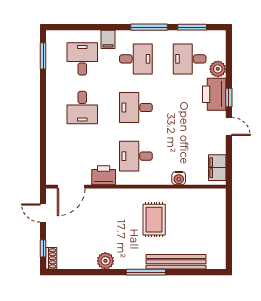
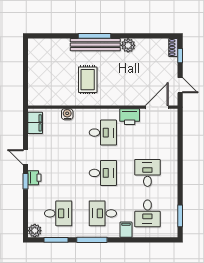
plant: (218, 69) -> (35, 231), moved
printer: (214, 94) -> (34, 178), width x0.53, depth x0.68
bench: (176, 262) -> (95, 45), moved

